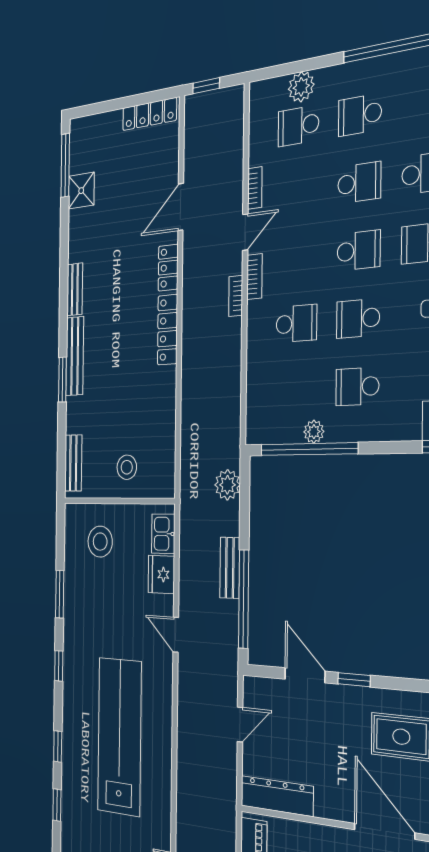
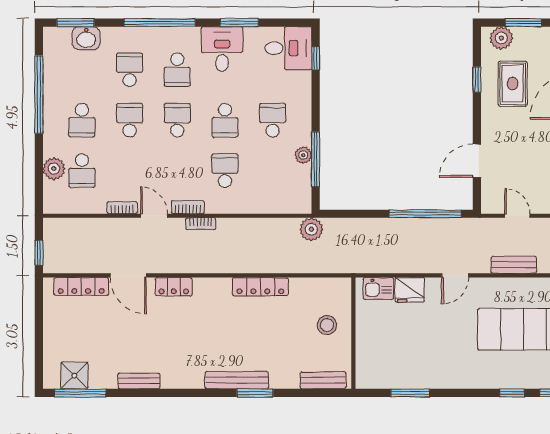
locker: (149, 114) -> (81, 287), moved, turned 90
shower: (81, 191) -> (74, 376), moved
bench: (75, 289) -> (139, 381), moved
locker: (168, 330) -> (260, 287), moved
school desk: (357, 387) -> (273, 120), turned 180
window: (309, 449) -> (316, 159), width x0.68
plant: (227, 485) -> (311, 229), moved
stool: (100, 542) -> (386, 351), removed
bench: (230, 568) -> (514, 265), moved
window: (60, 594) -> (410, 393), moved
window: (59, 666) -> (512, 393), moved
window: (354, 680) -> (477, 79), moved

